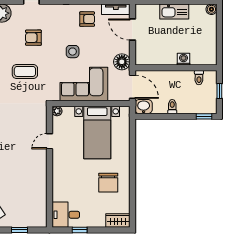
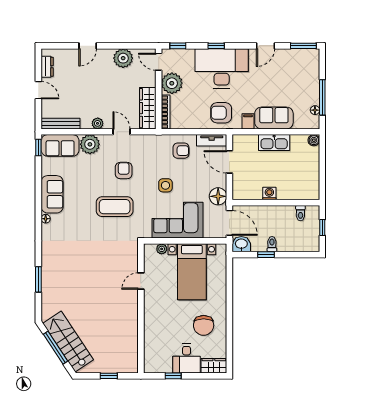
armchair: (33, 38) -> (124, 171), turned 90
washing machine: (183, 59) -> (269, 194), moved
coffee table: (25, 71) -> (115, 207), width x1.36, depth x1.32
plant: (57, 111) -> (162, 249), moved
window: (204, 116) -> (266, 255), moved
desk: (66, 215) -> (187, 359), moved, turned -90

